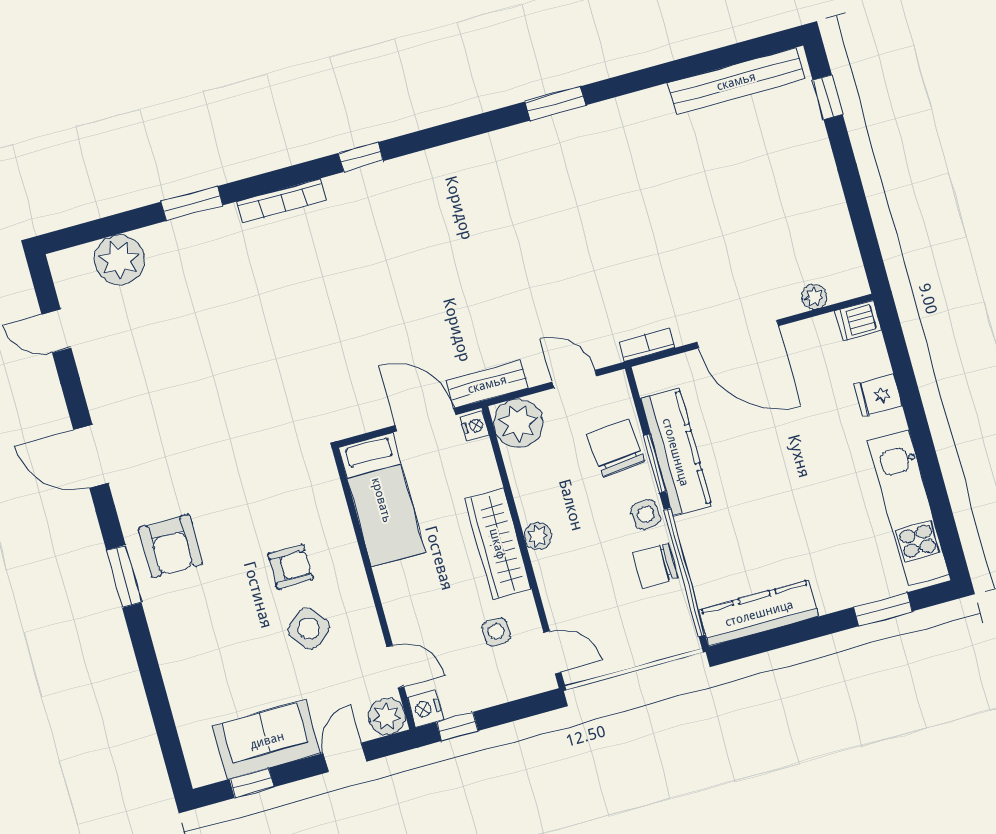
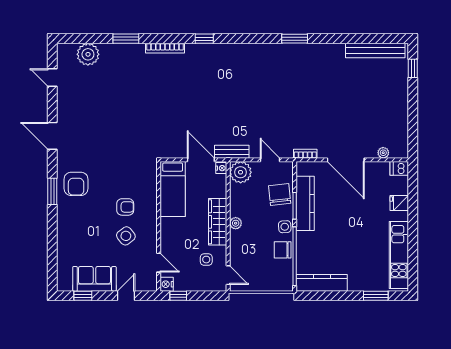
plant: (387, 717) -> (149, 283), removed

